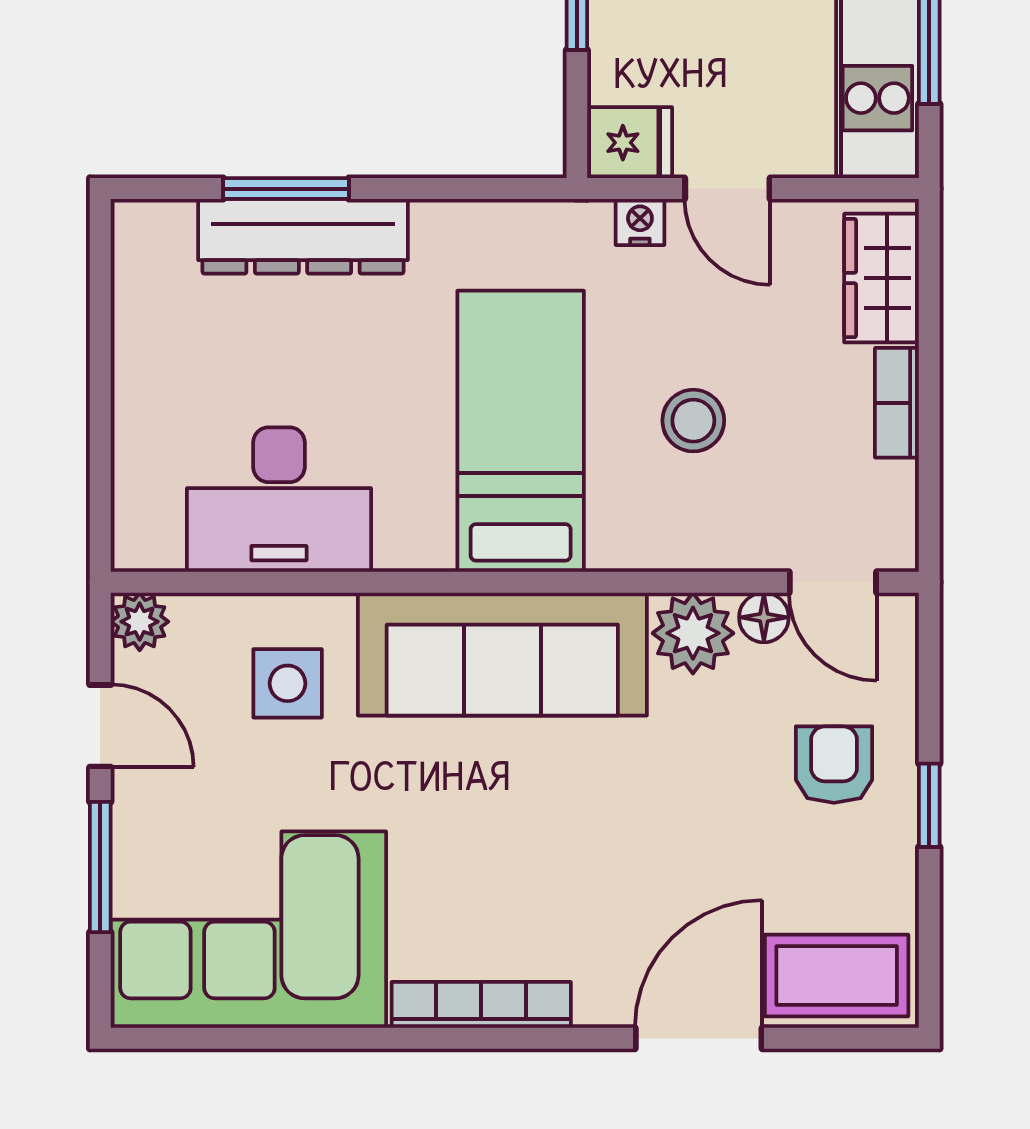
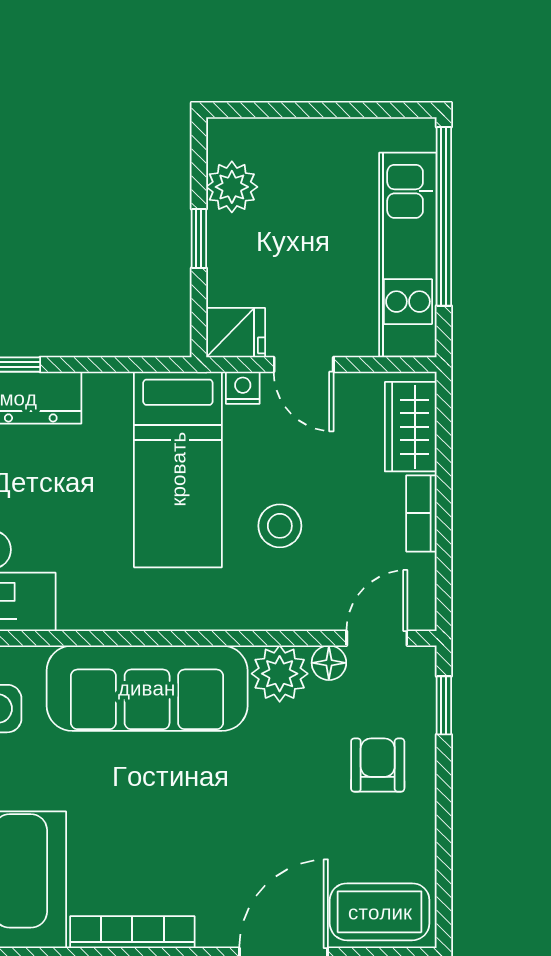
bed: (521, 431) -> (178, 469), moved, turned 180
door: (833, 582) -> (377, 638), swing flipped
window: (929, 805) -> (444, 705), moved

